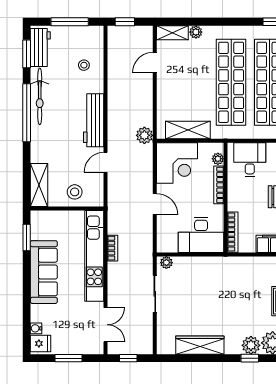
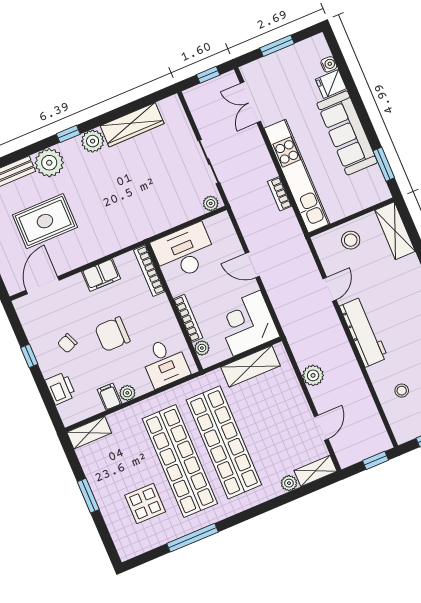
plant: (144, 135) -> (313, 375), moved
fridge: (41, 344) -> (331, 84), moved
plant: (251, 345) -> (93, 141), moved

